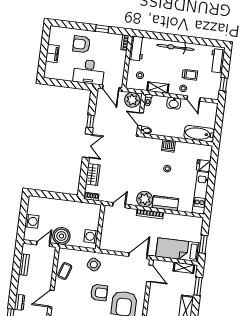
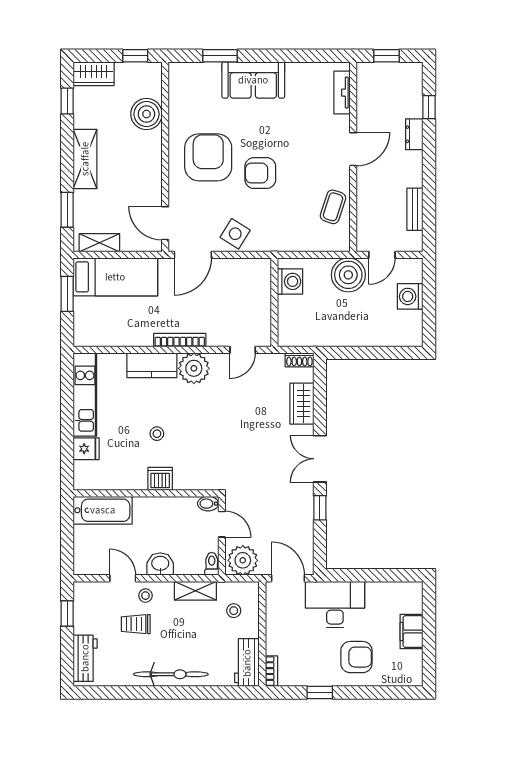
side table: (94, 264) -> (235, 234), moved

